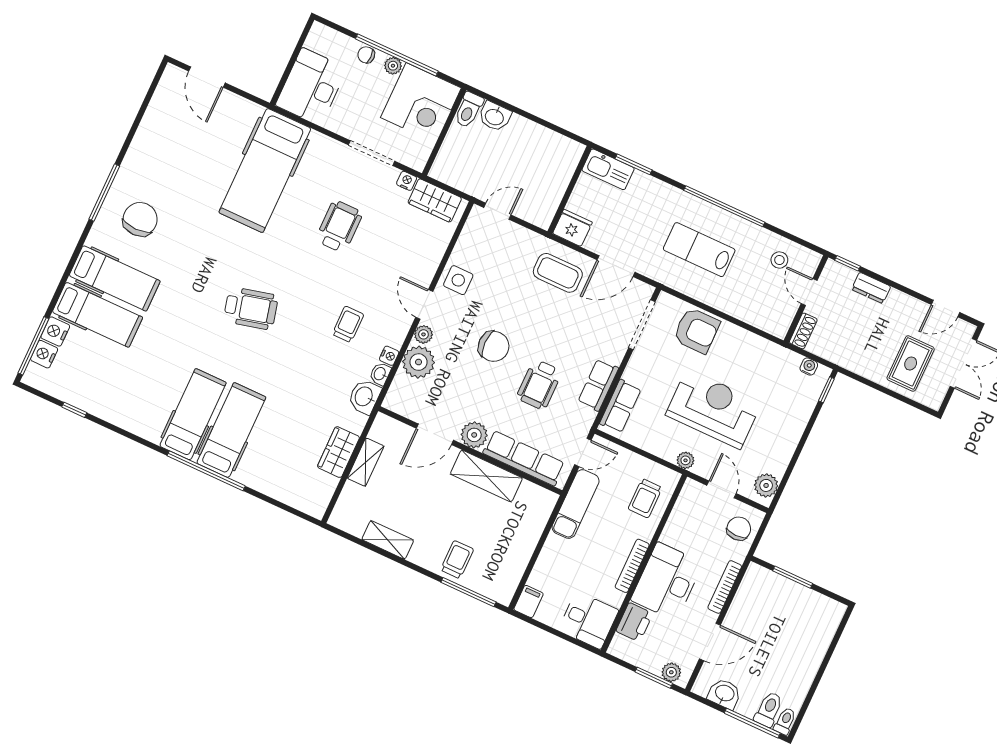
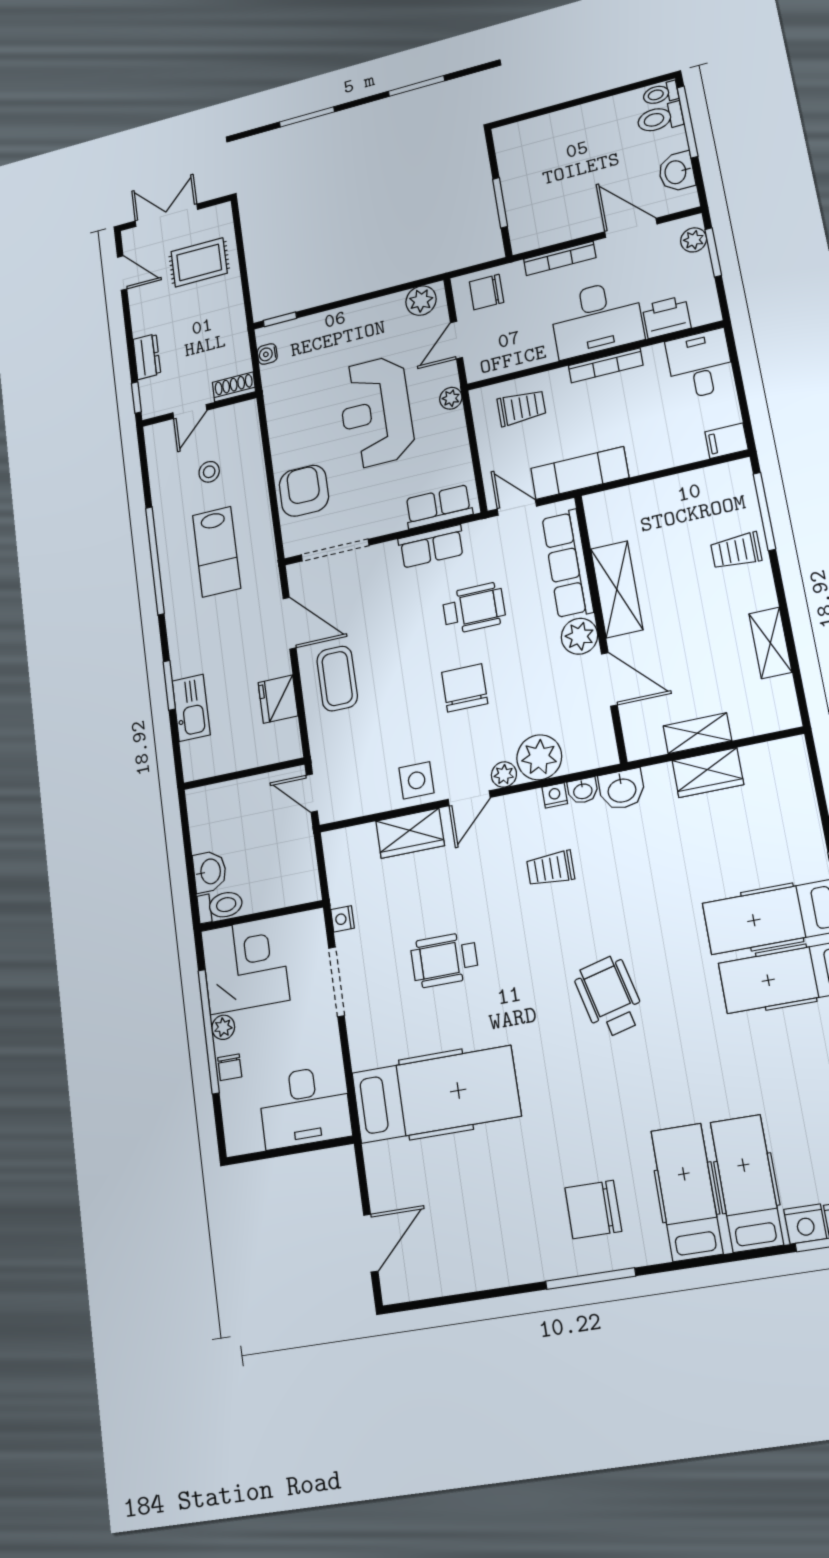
wall: (570, 190) -> (244, 774), moved
wardrobe: (435, 200) -> (410, 833), moved, turned 90
stool: (779, 260) -> (209, 472), moved

